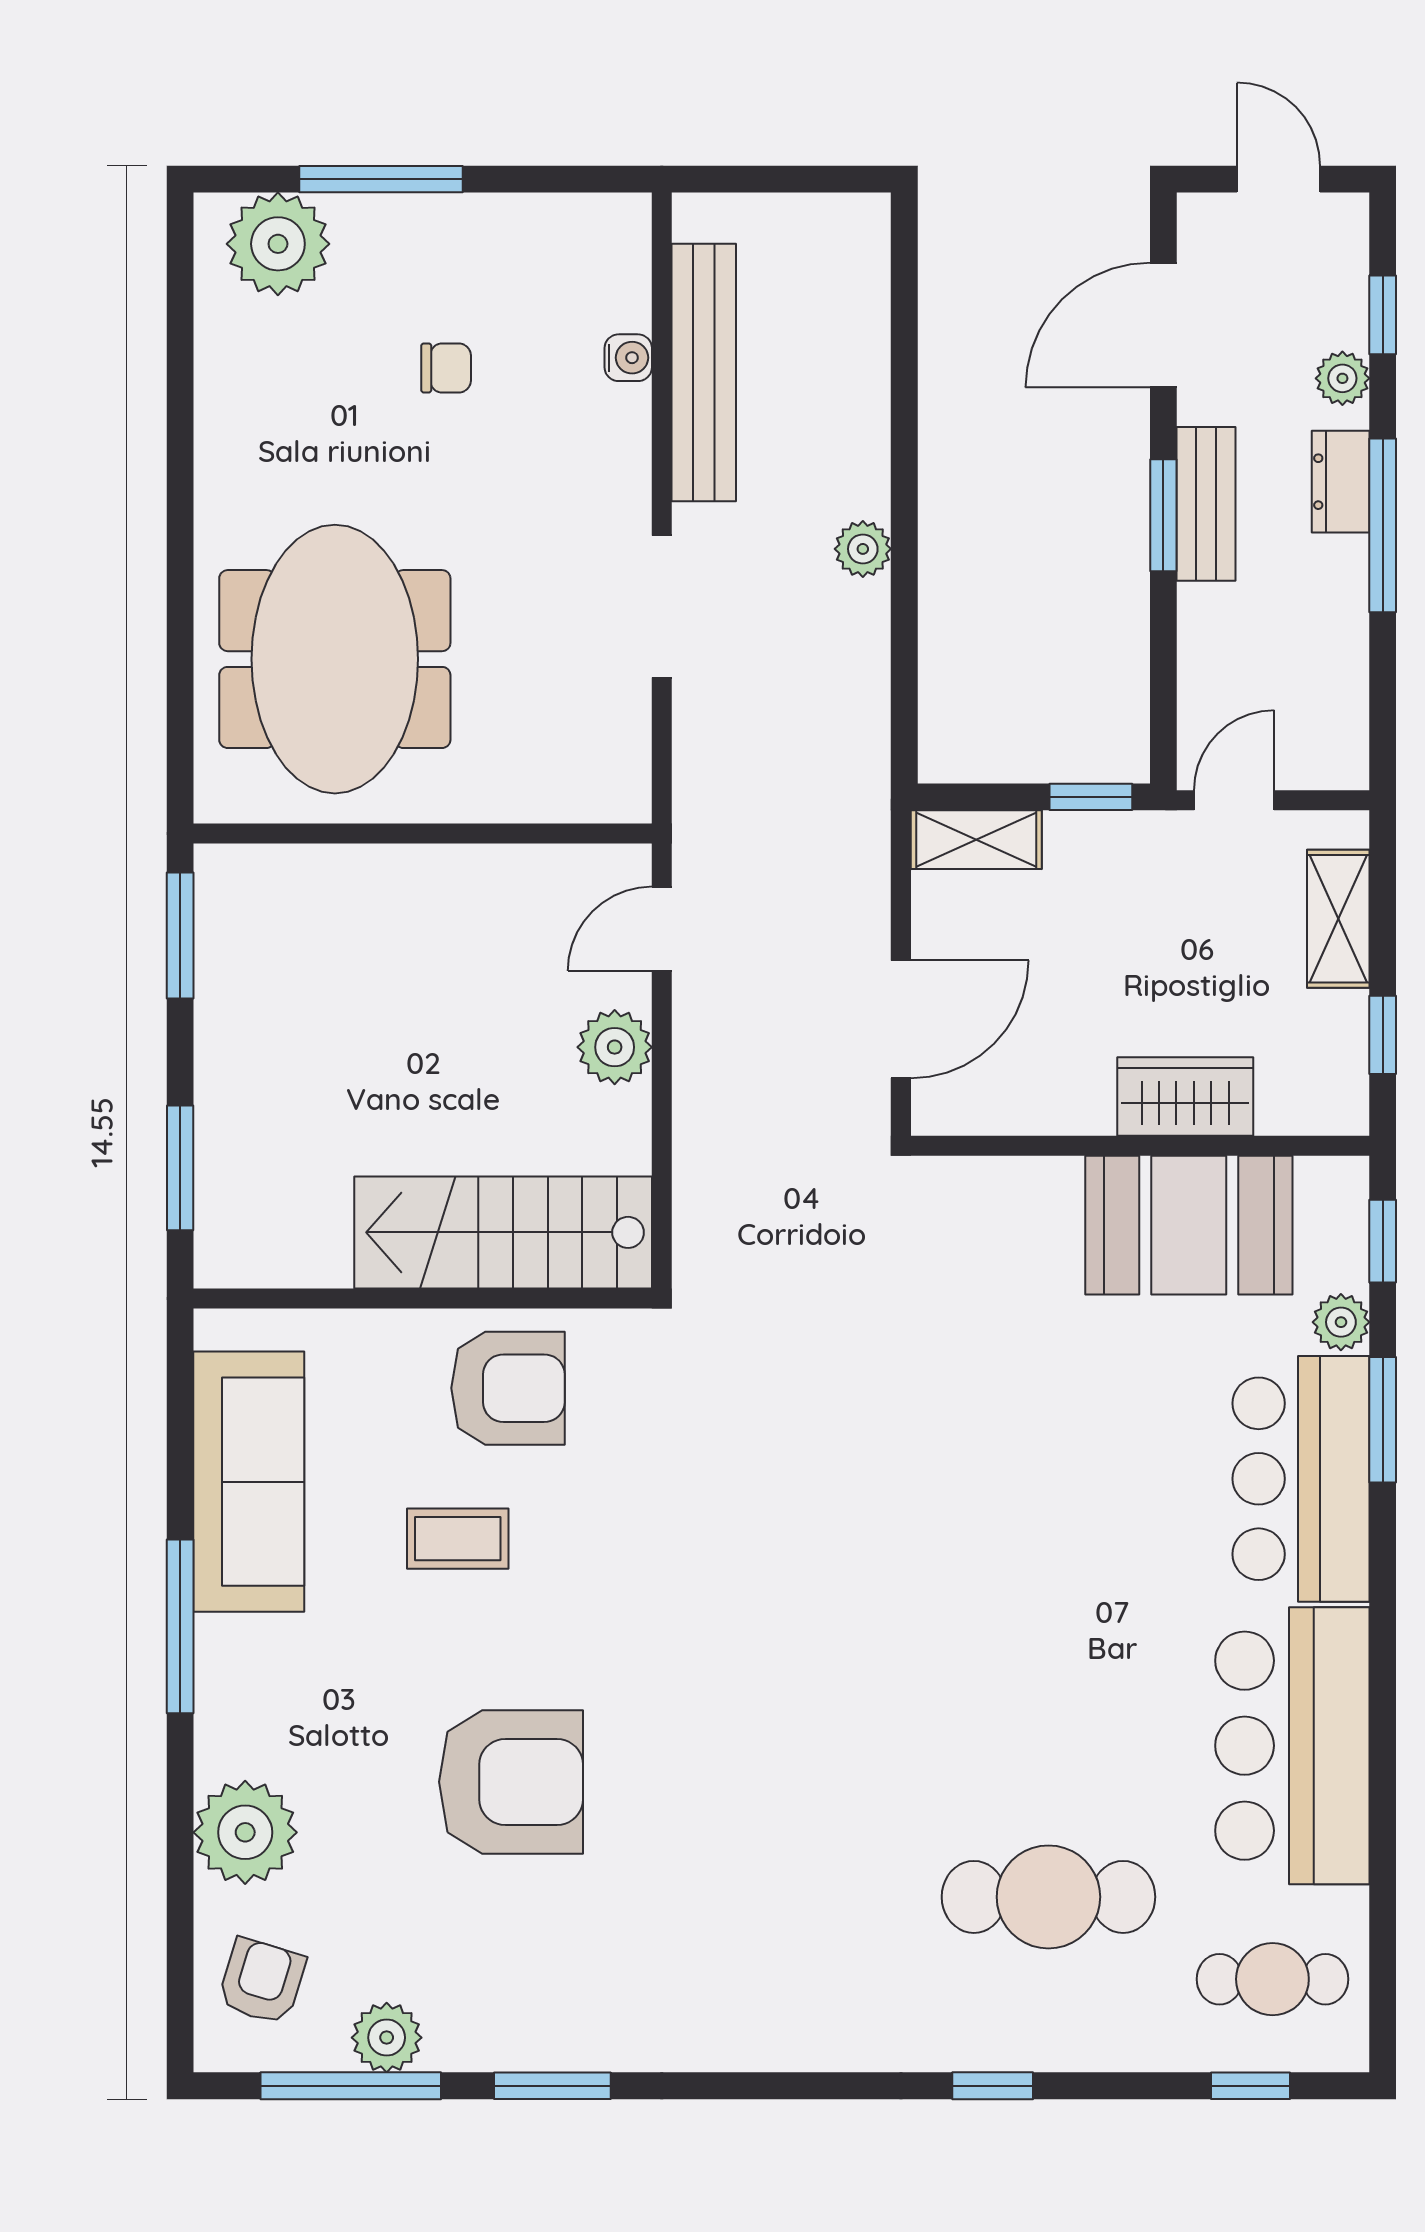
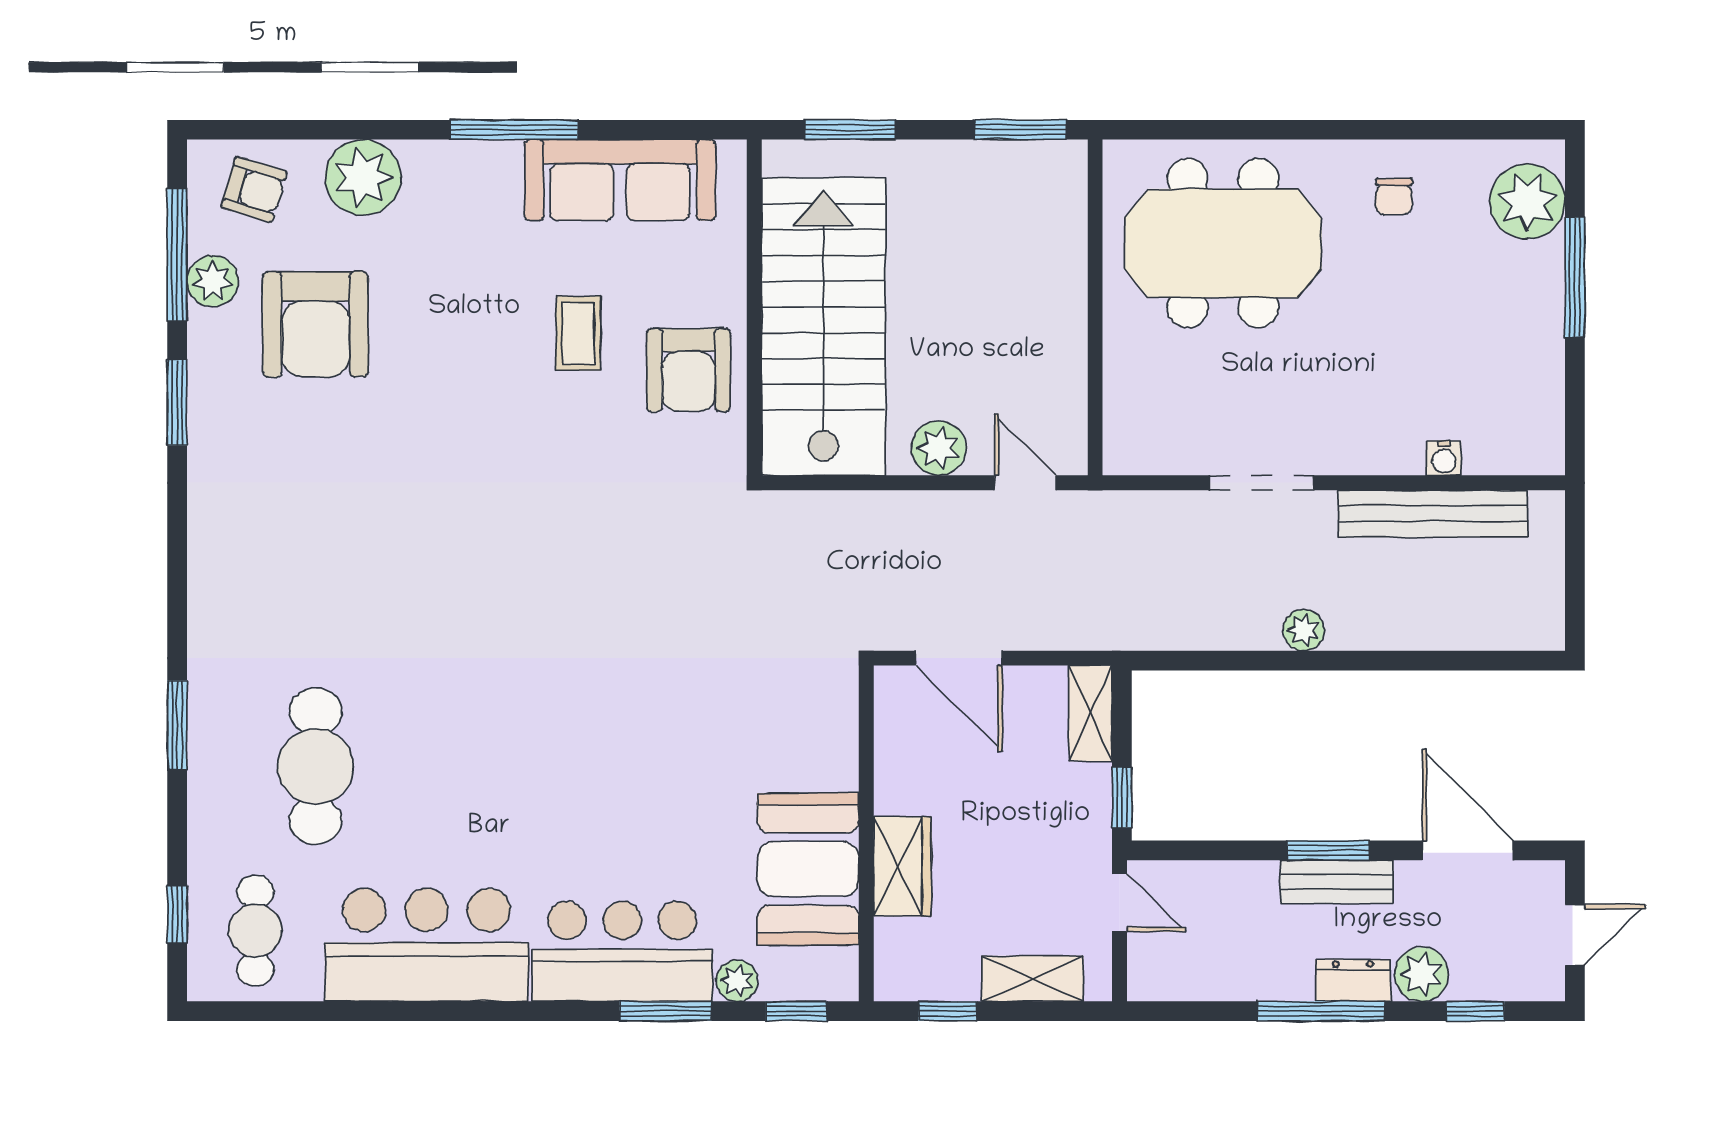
chair: (446, 368) -> (1394, 196), moved
plant: (1342, 378) -> (1421, 974), width x1.38, depth x1.38
stairs: (503, 1232) -> (824, 327), width x1.36, depth x1.51
armchair: (511, 1782) -> (315, 324), moved
window: (993, 2086) -> (177, 725), width x1.50

